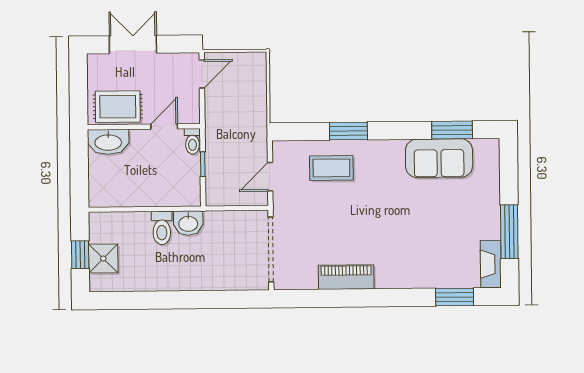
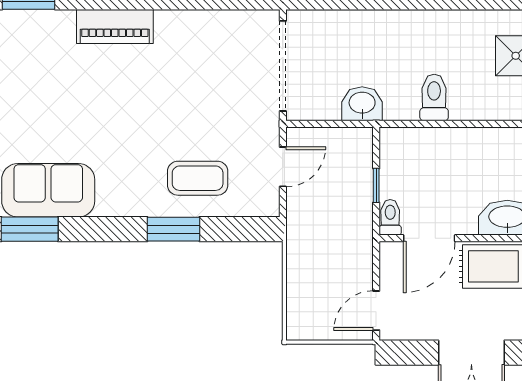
door: (164, 127) -> (429, 238), width x1.37
washbasin: (188, 223) -> (362, 104), moved
piano: (346, 277) -> (115, 26), moved

